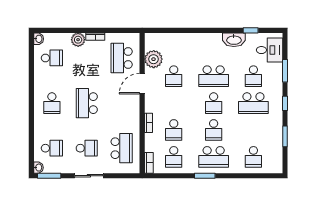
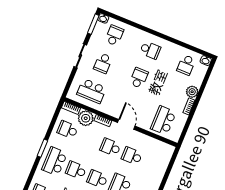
school desk: (122, 58) -> (163, 120), turned -90
plant: (154, 59) -> (86, 118), moved
door: (142, 84) -> (126, 124), moved
school desk: (52, 103) -> (150, 50), turned 180
school desk: (87, 103) -> (139, 78), width x0.54
school desk: (174, 130) -> (110, 147), moved
school desk: (52, 148) -> (114, 35), turned 180

